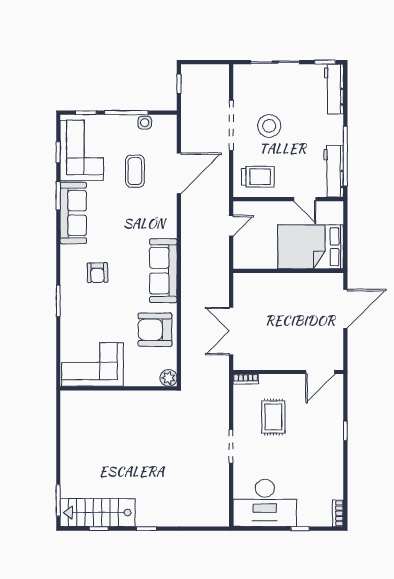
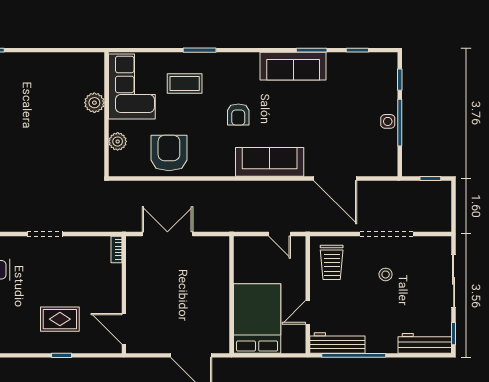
side table: (145, 123) -> (388, 121), moved
stool: (269, 126) -> (386, 274), width x0.53, depth x0.53
corner sofa: (82, 150) -> (359, 75), removed
coffee table: (135, 171) -> (185, 83), moved
sofa: (163, 271) -> (270, 162), moved
armchair: (97, 273) -> (238, 115), moved, turned -89
plant: (169, 378) -> (118, 141), moved
plant: (108, 400) -> (94, 103), added
rug: (273, 417) -> (60, 319), moved

